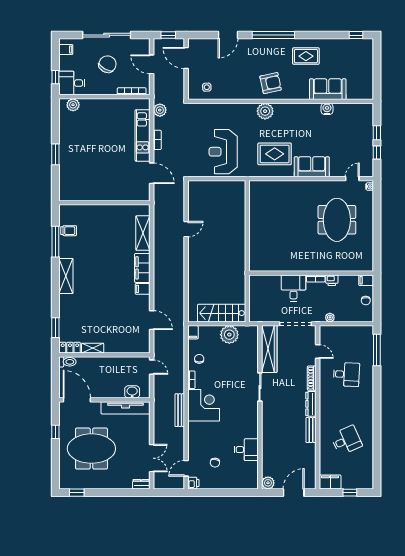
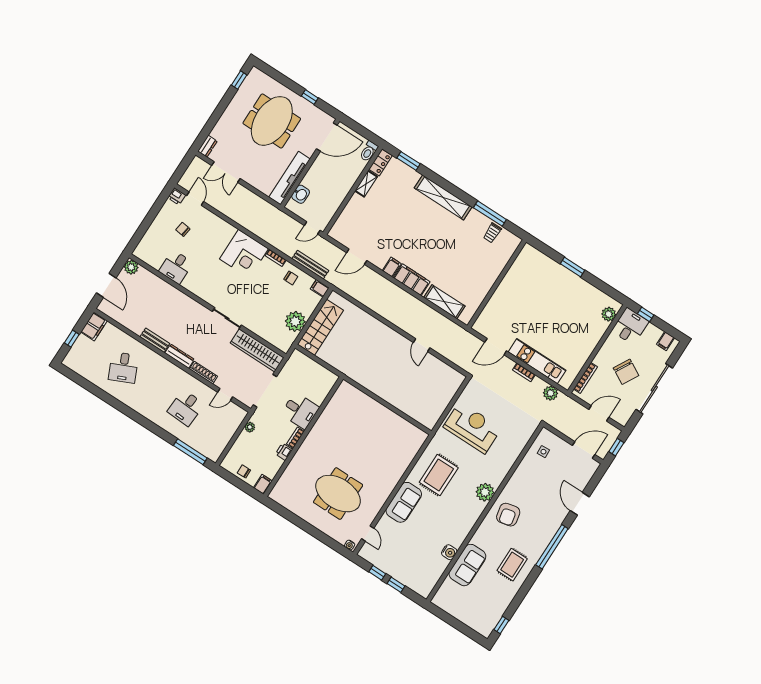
shelving: (66, 276) -> (443, 197), width x1.47
bench: (180, 410) -> (310, 265), moved

